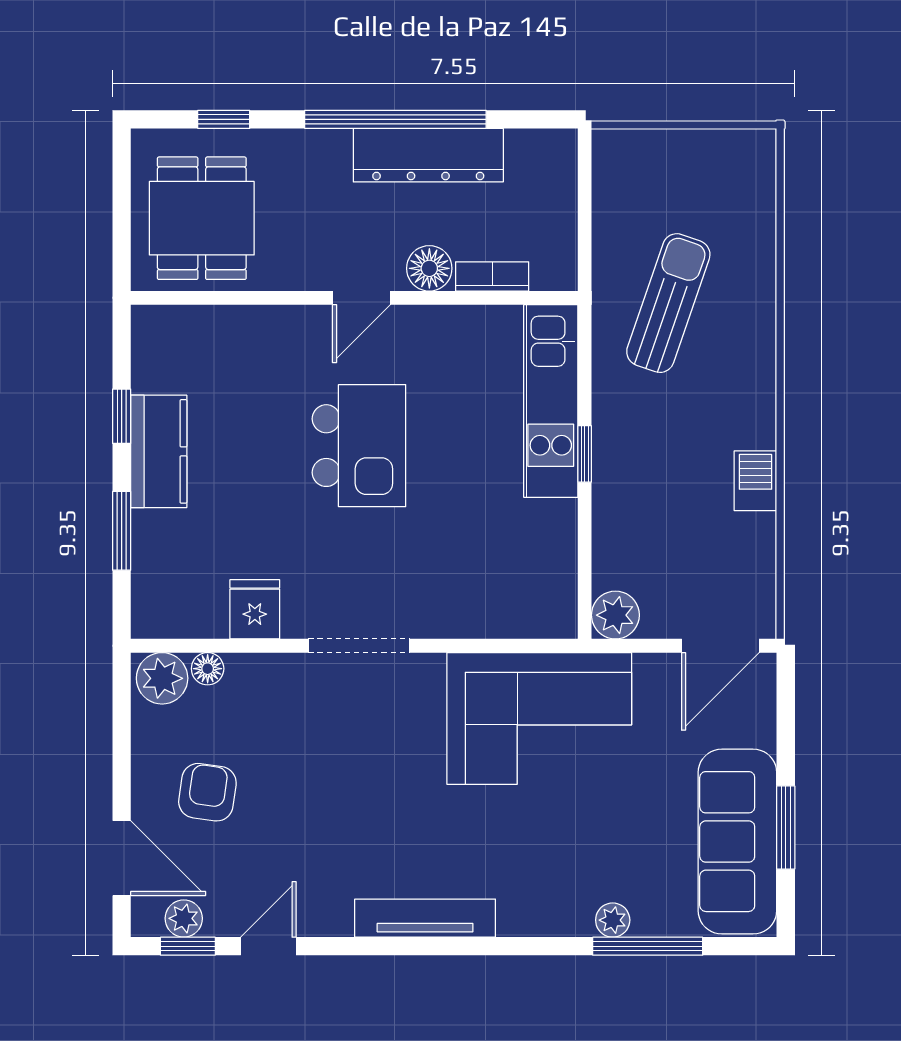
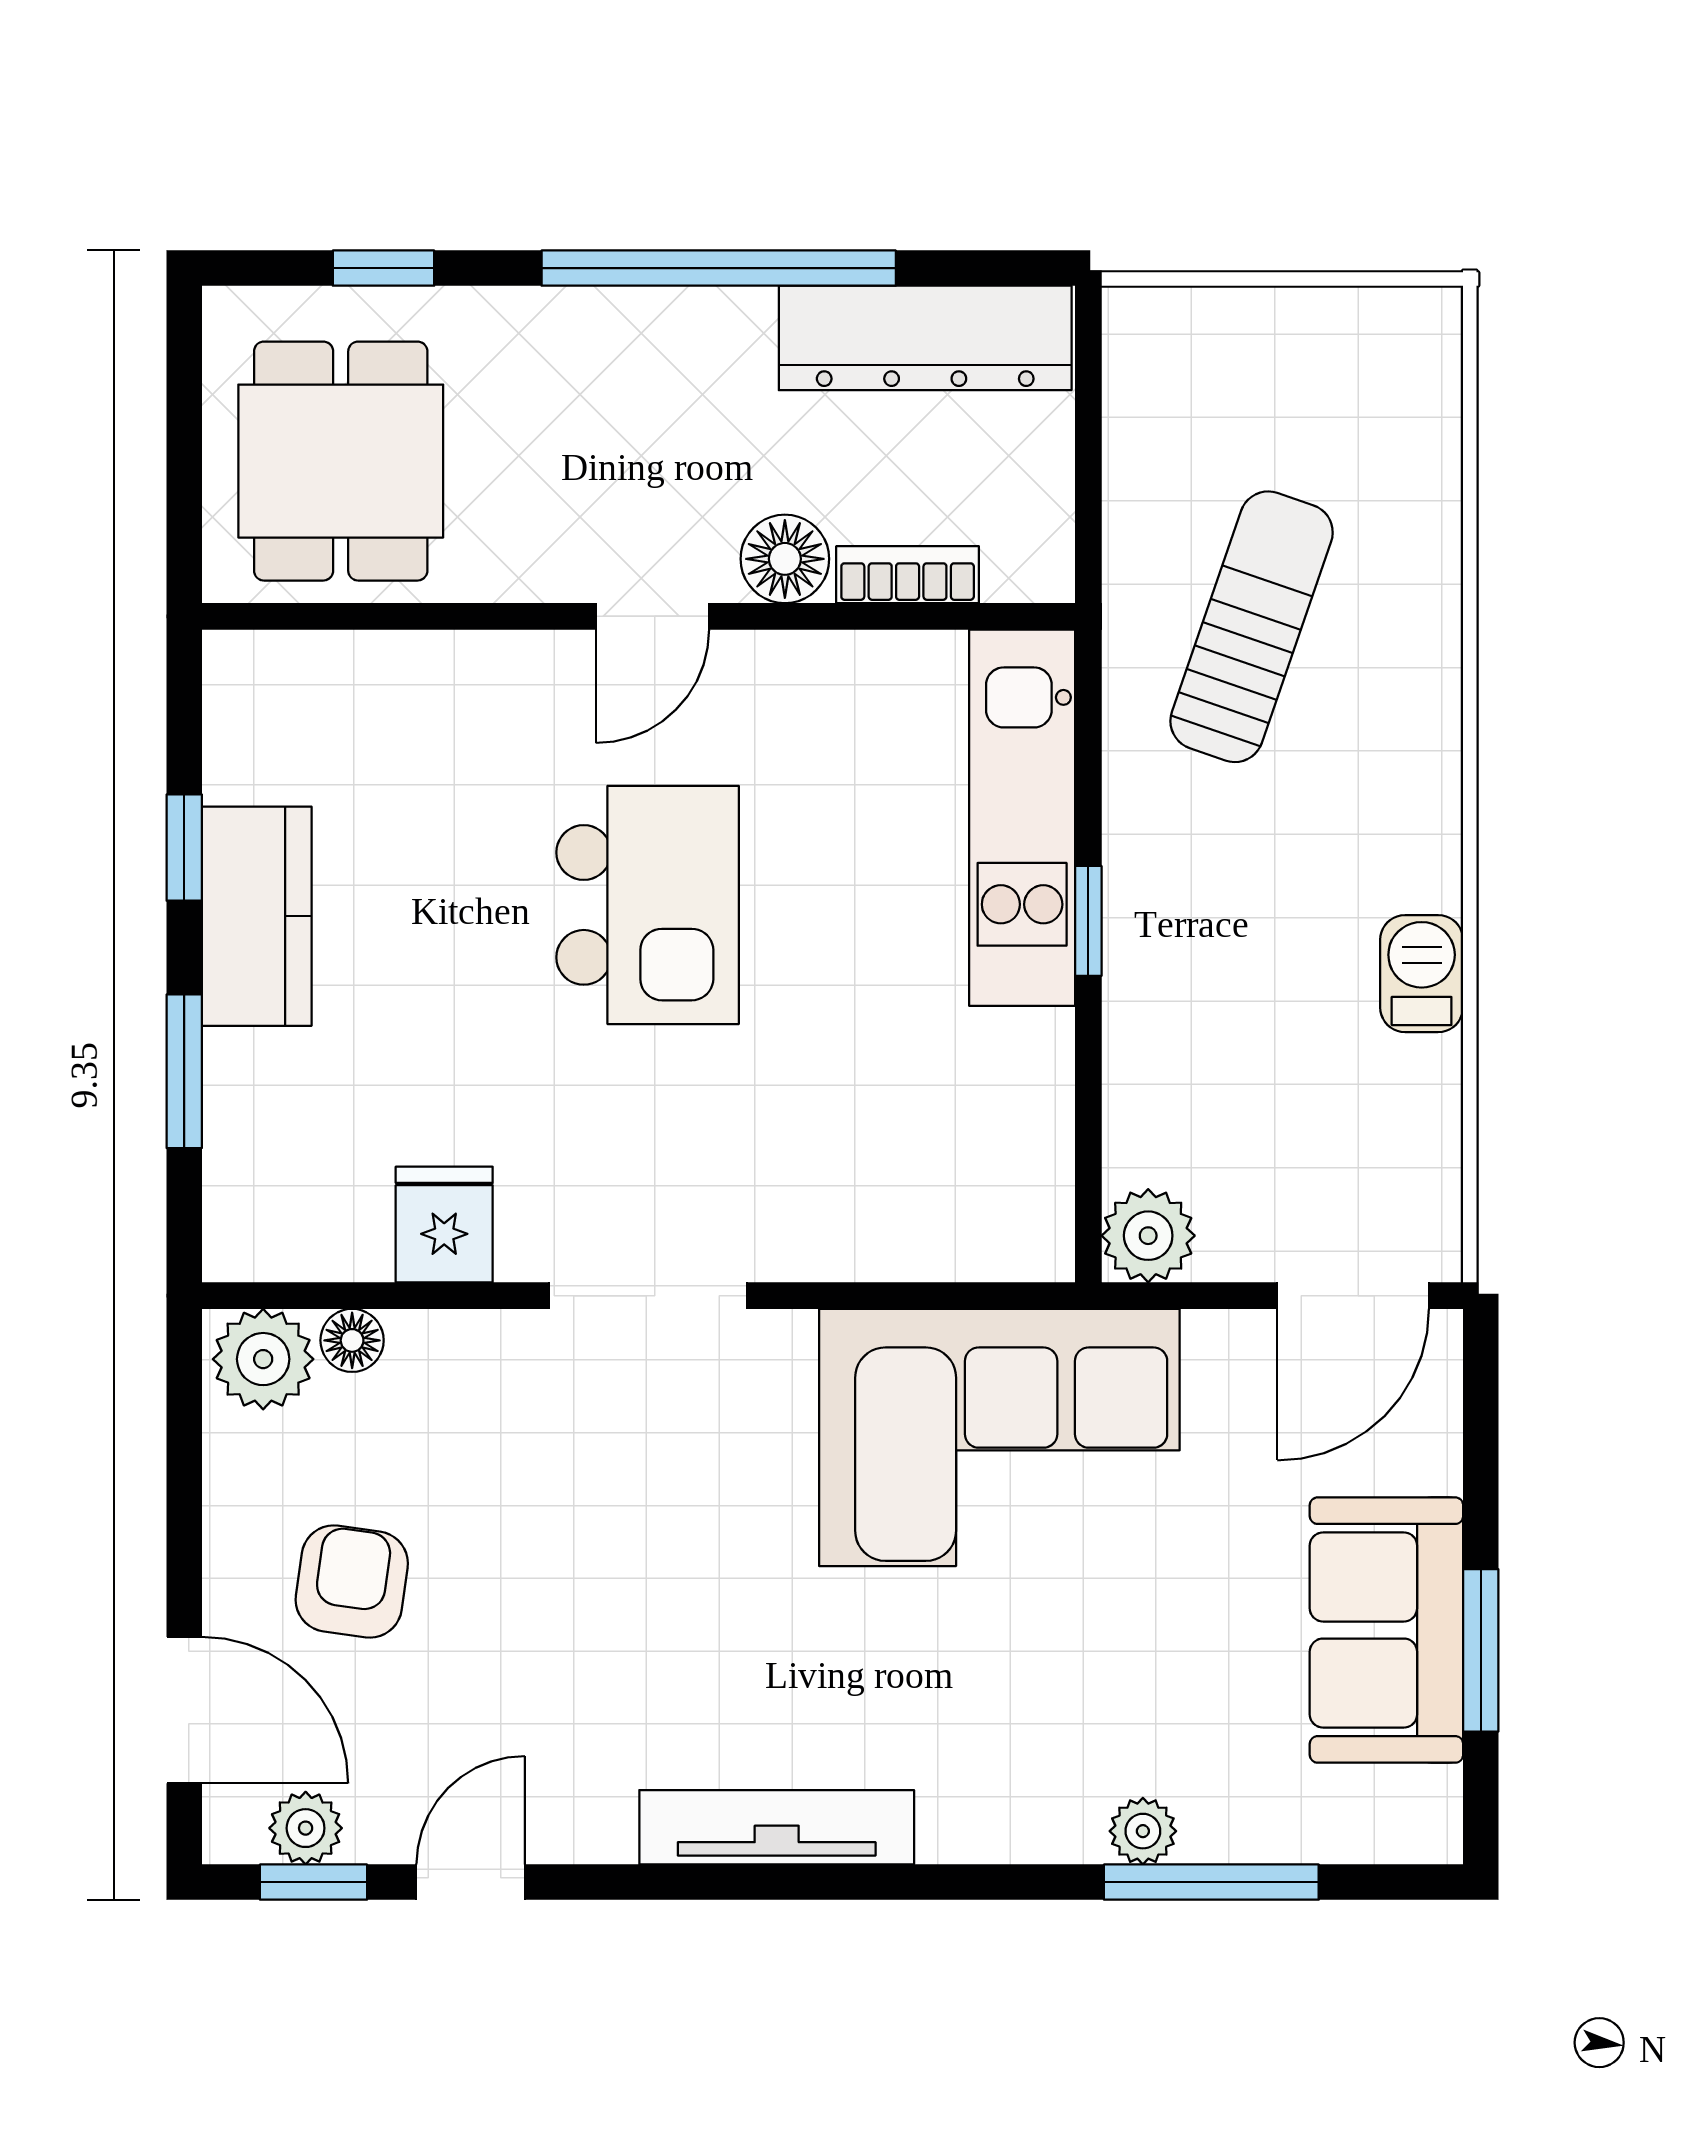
dresser: (428, 155) -> (925, 338), moved
sofa: (737, 842) -> (1386, 1630), width x0.73

